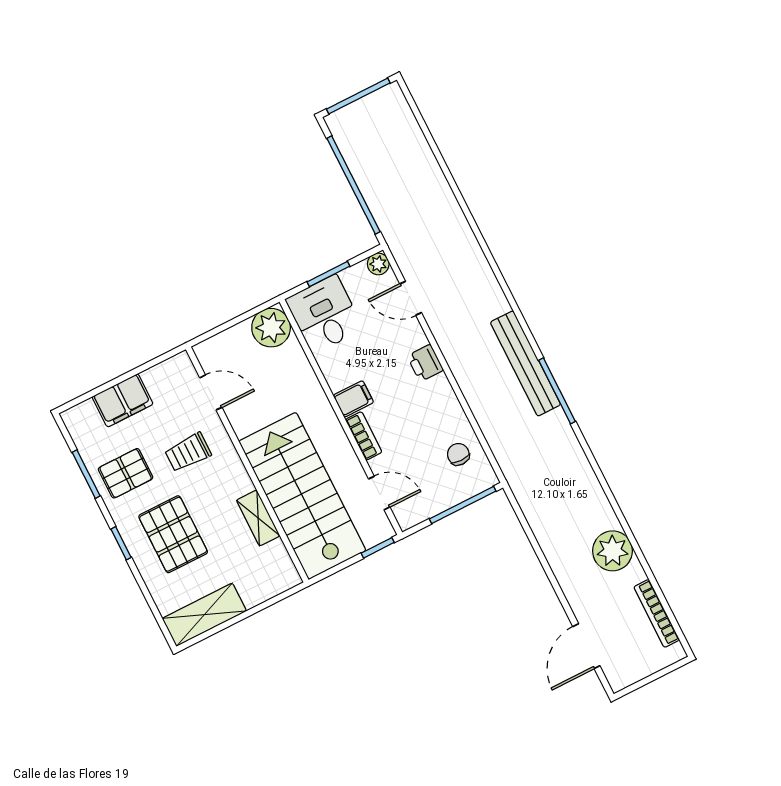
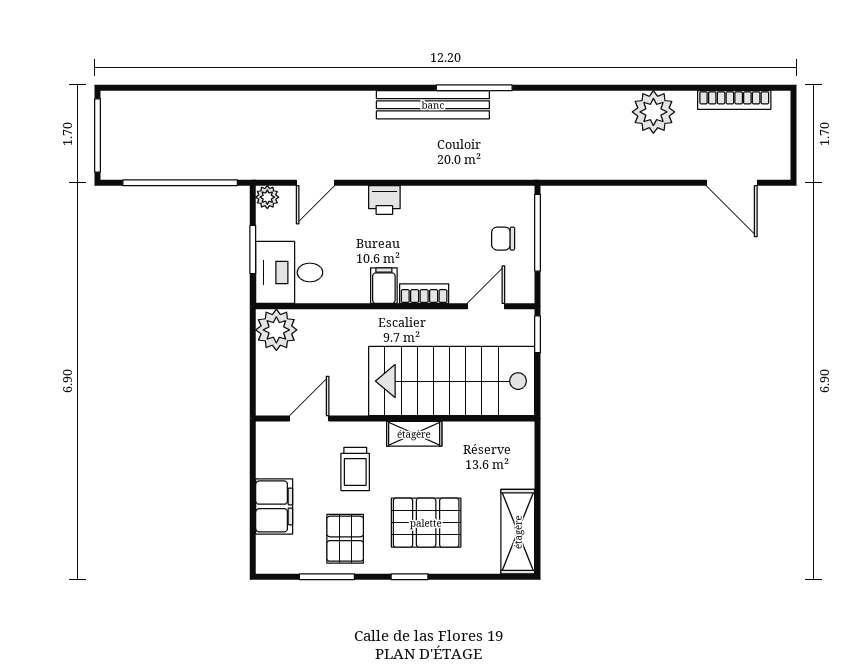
chair: (458, 454) -> (503, 239), moved
shelving: (258, 518) -> (414, 434), moved

